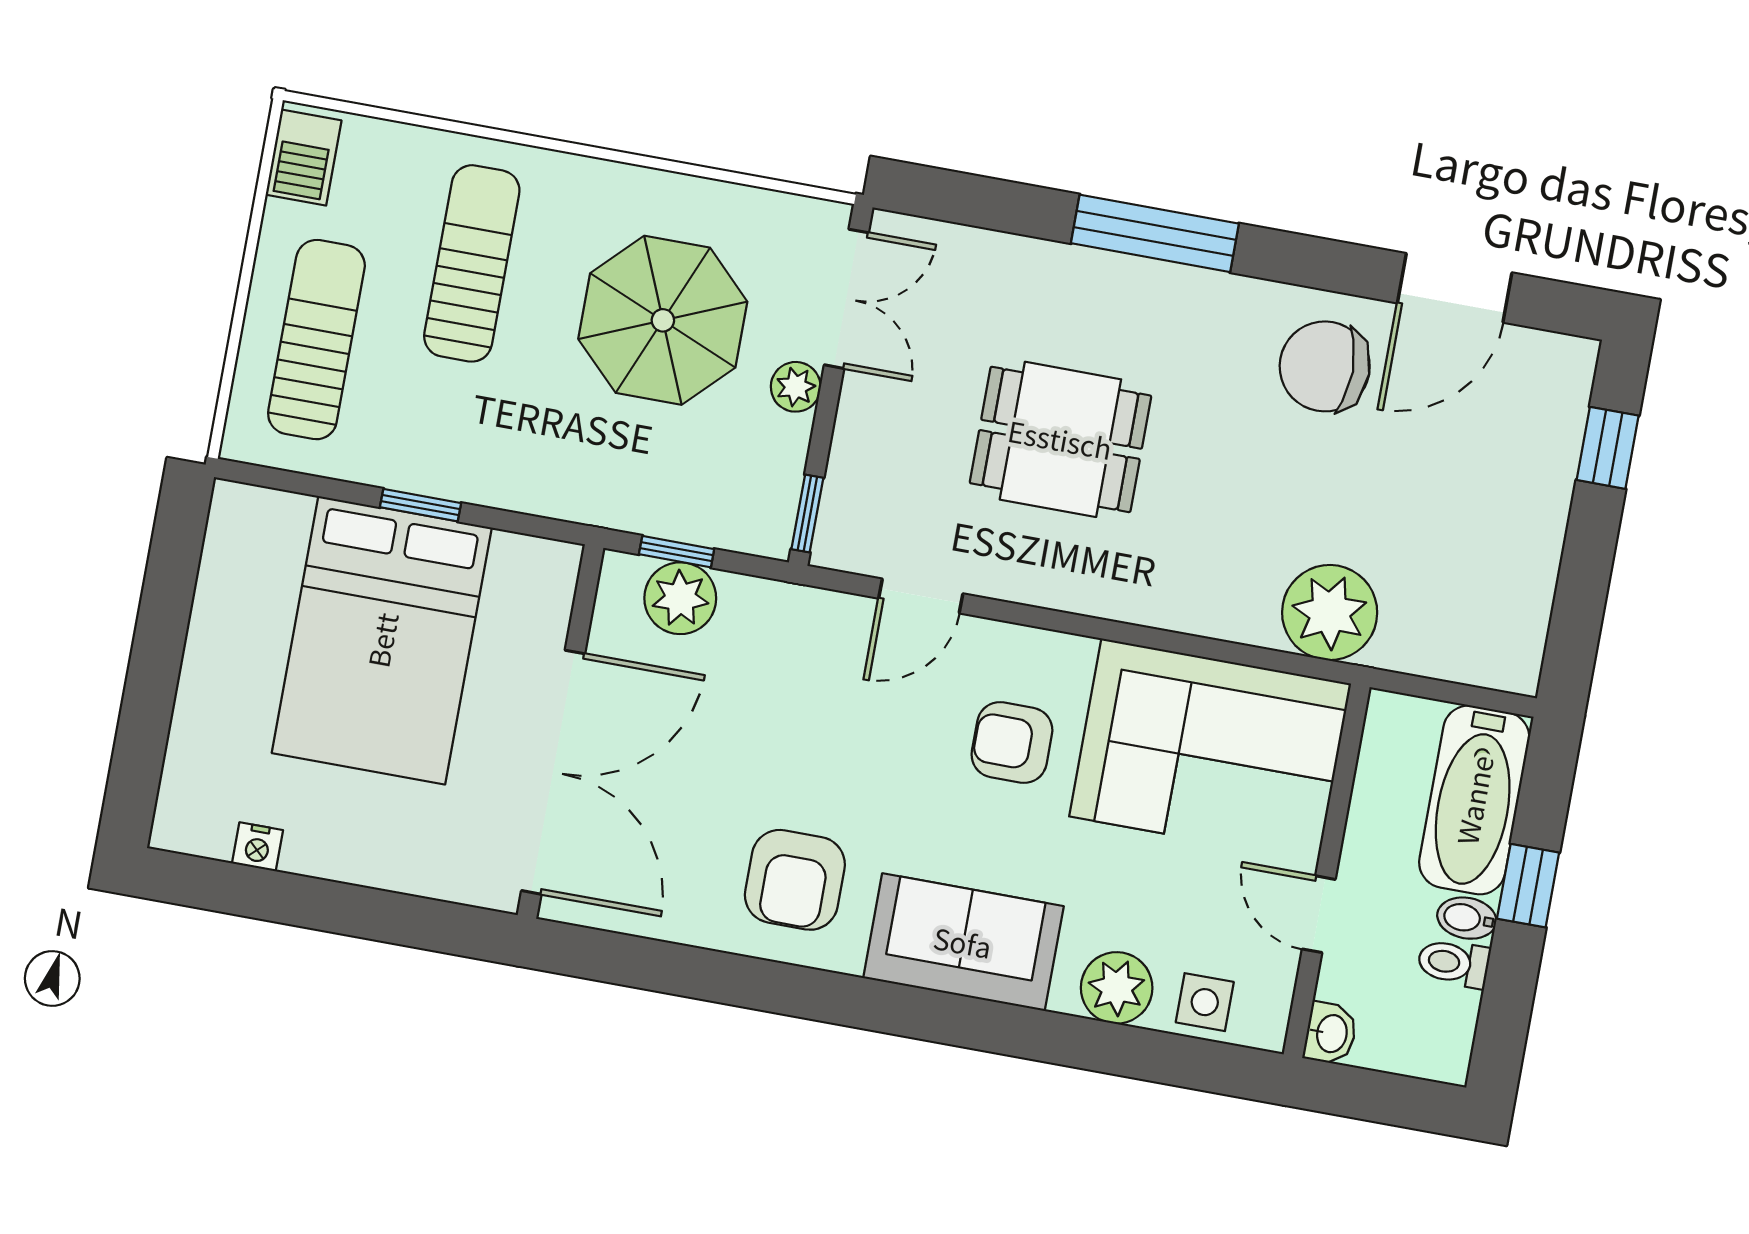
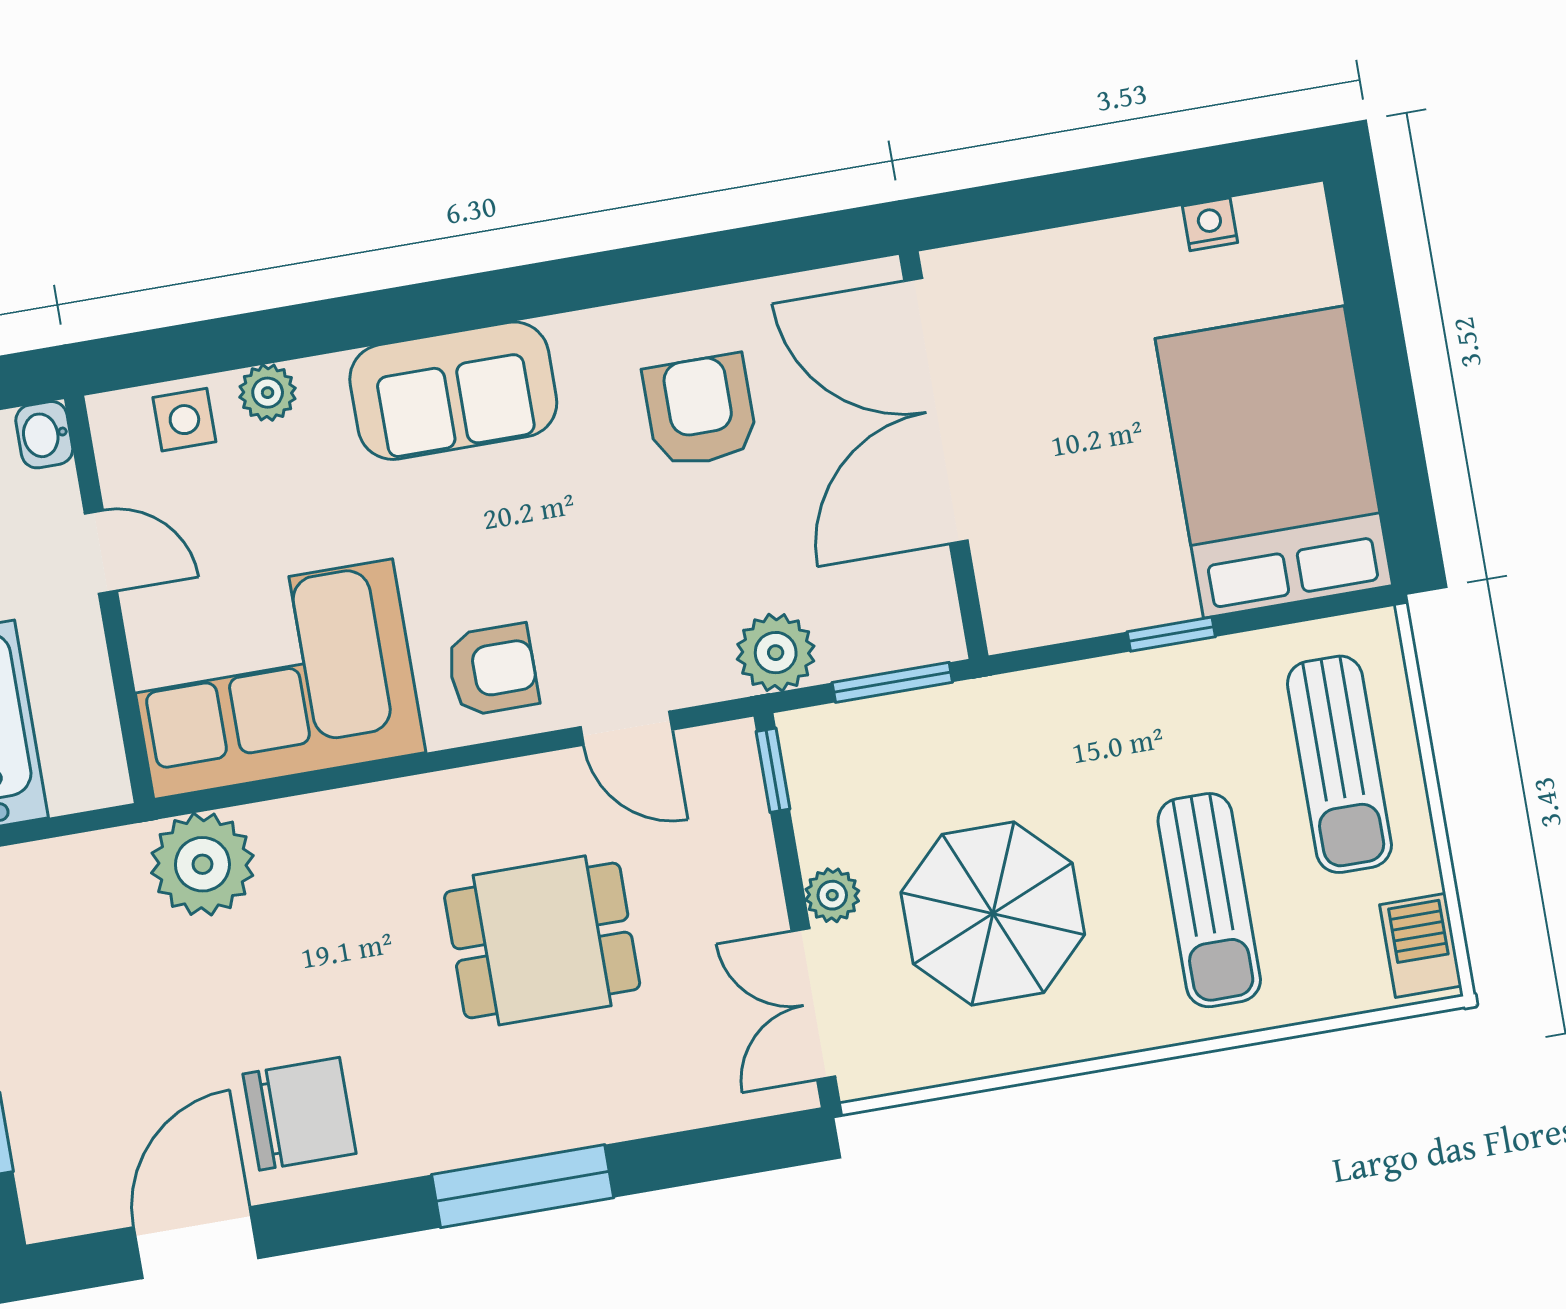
window: (677, 552) -> (892, 682), width x1.50
door: (921, 596) -> (626, 728), swing flipped
plant: (680, 598) -> (776, 653), moved
bed: (382, 640) -> (1274, 462), moved
armchair: (1012, 743) -> (492, 670), moved
armchair: (795, 880) -> (700, 411), moved
plant: (1117, 988) -> (268, 393), width x0.73, depth x0.73

